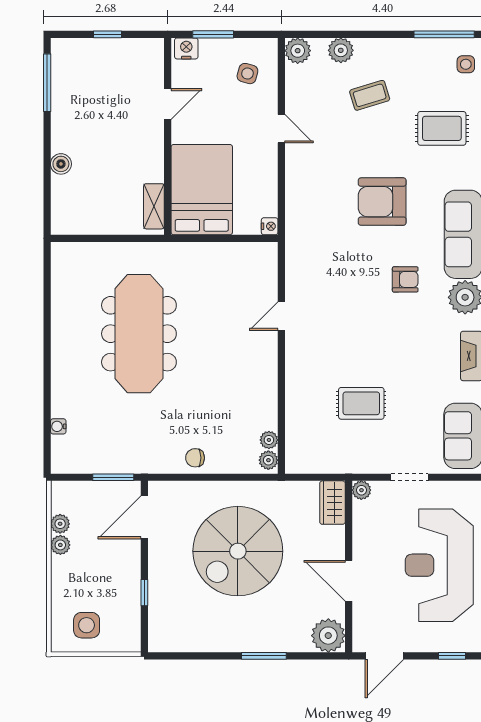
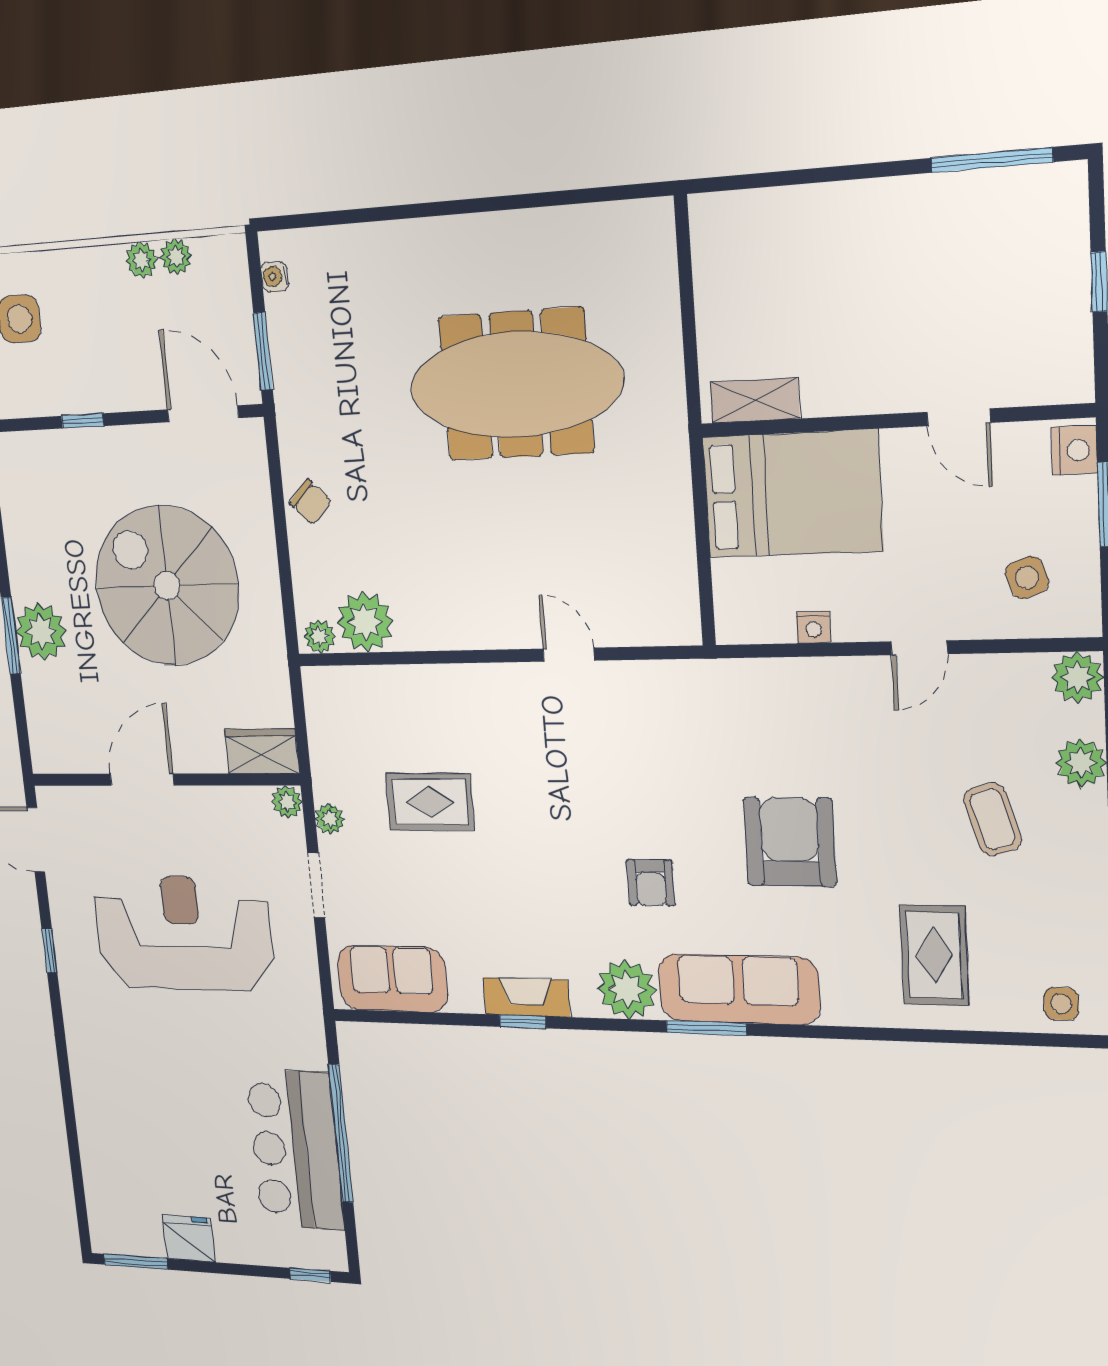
side table: (247, 74) -> (1027, 578), turned -35
boiler: (61, 164) -> (827, 204), removed
nightstand: (270, 226) -> (814, 627), moved
rug: (361, 403) -> (430, 802), turned 90
water cooler: (58, 426) -> (275, 277), moved, turned -90
plant: (269, 440) -> (365, 622), width x1.88, depth x1.88
chair: (195, 458) -> (311, 502), turned 134
plant: (371, 465) -> (330, 819), added
plant: (328, 636) -> (41, 632), moved

